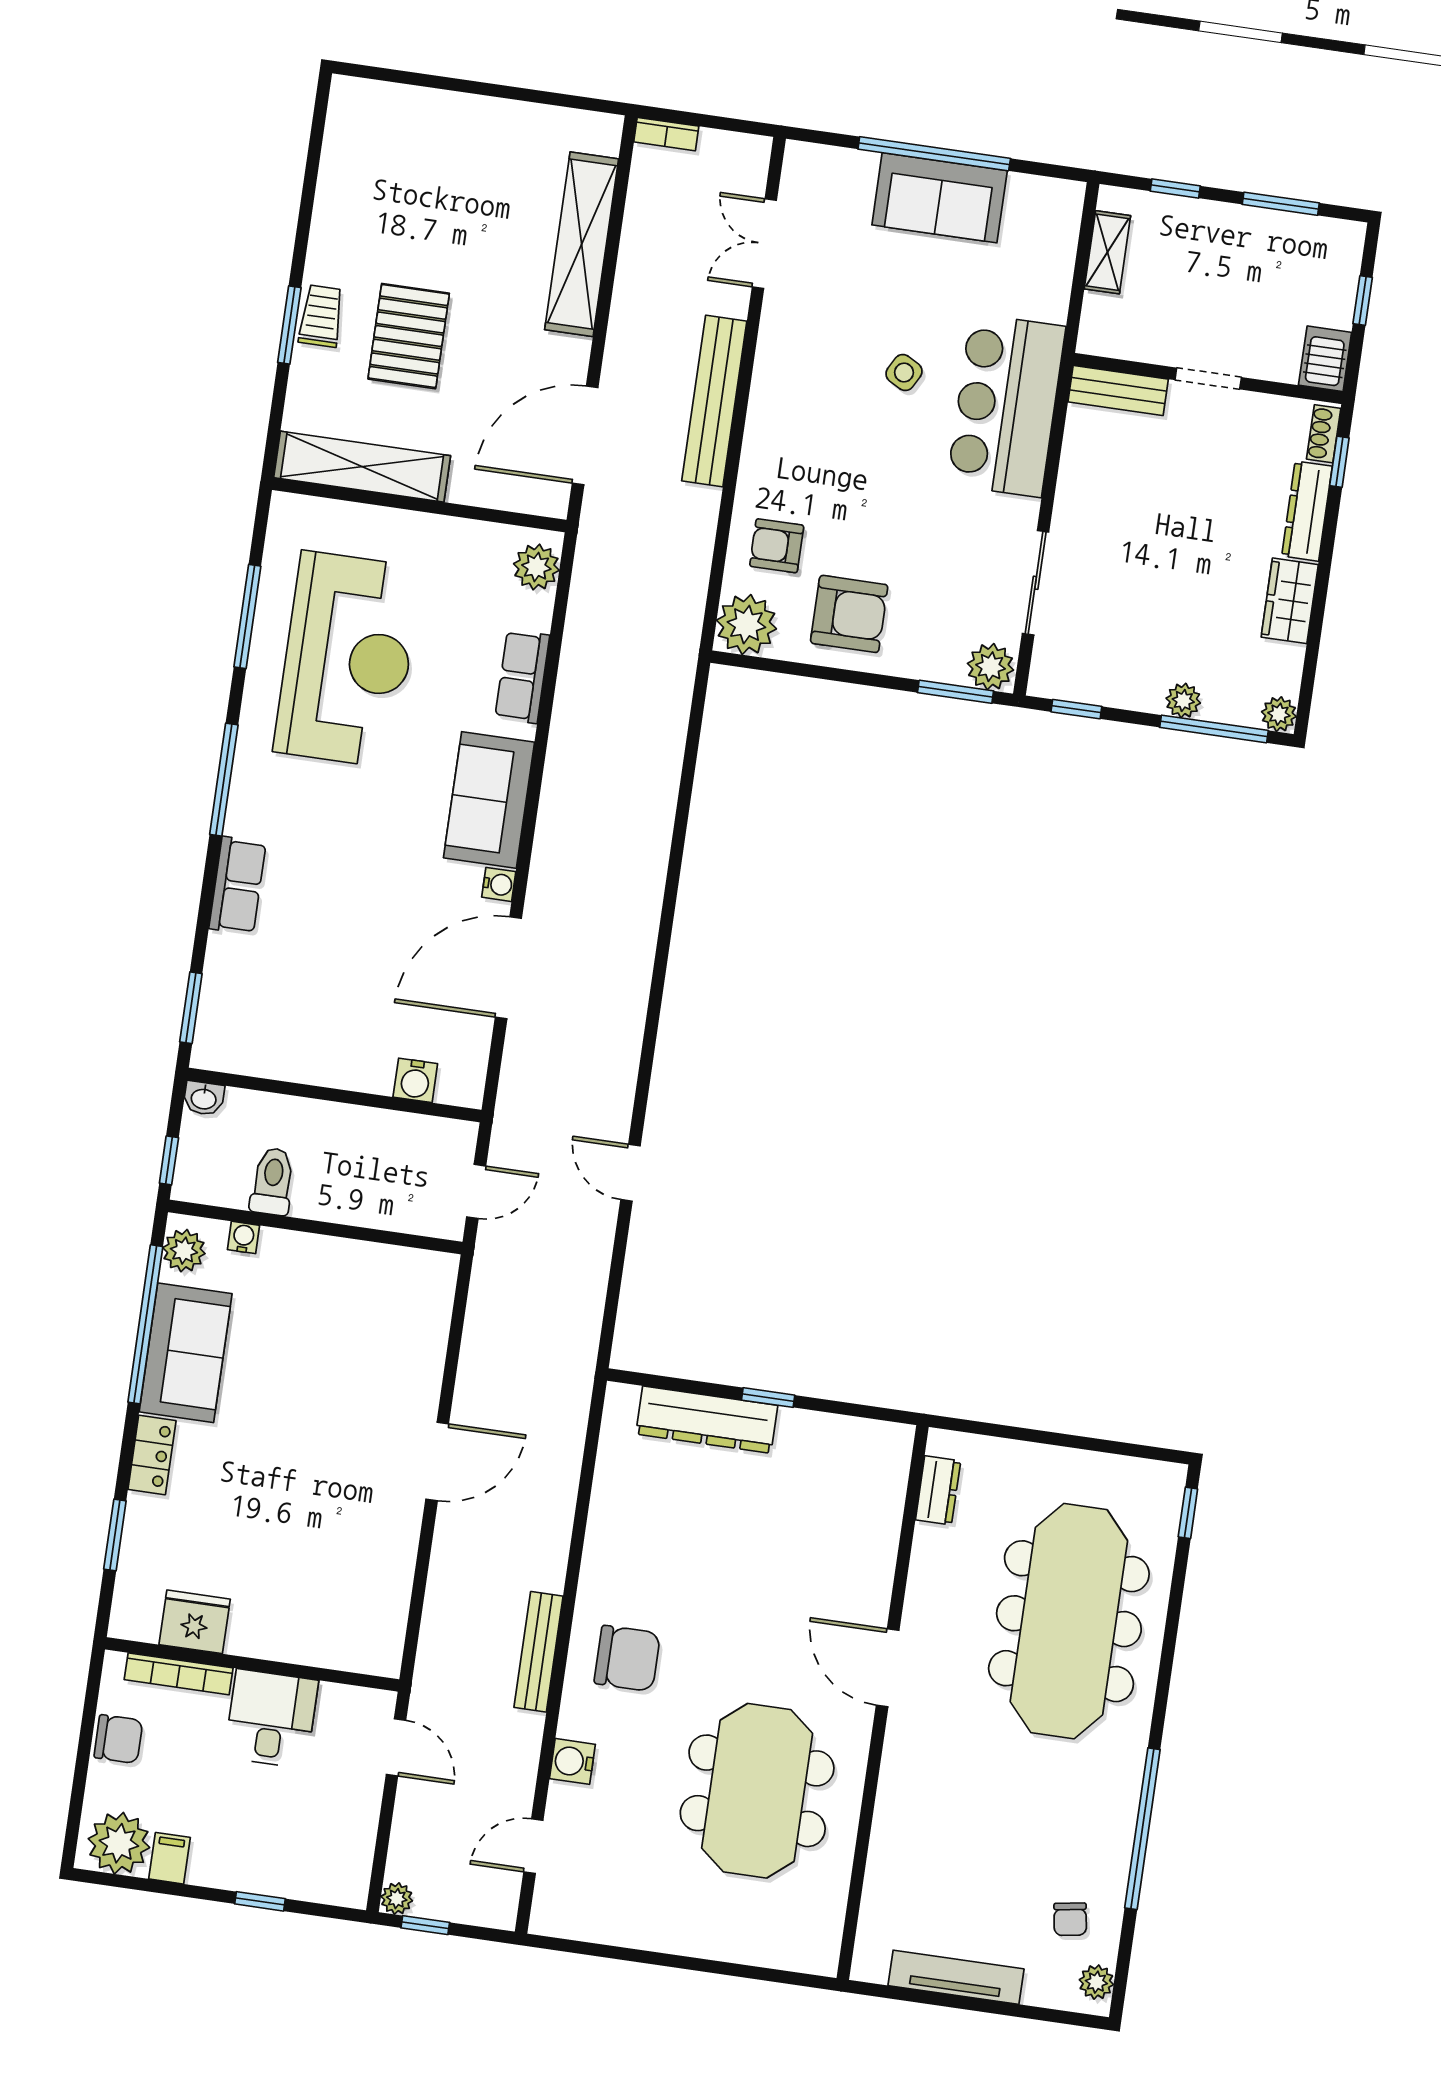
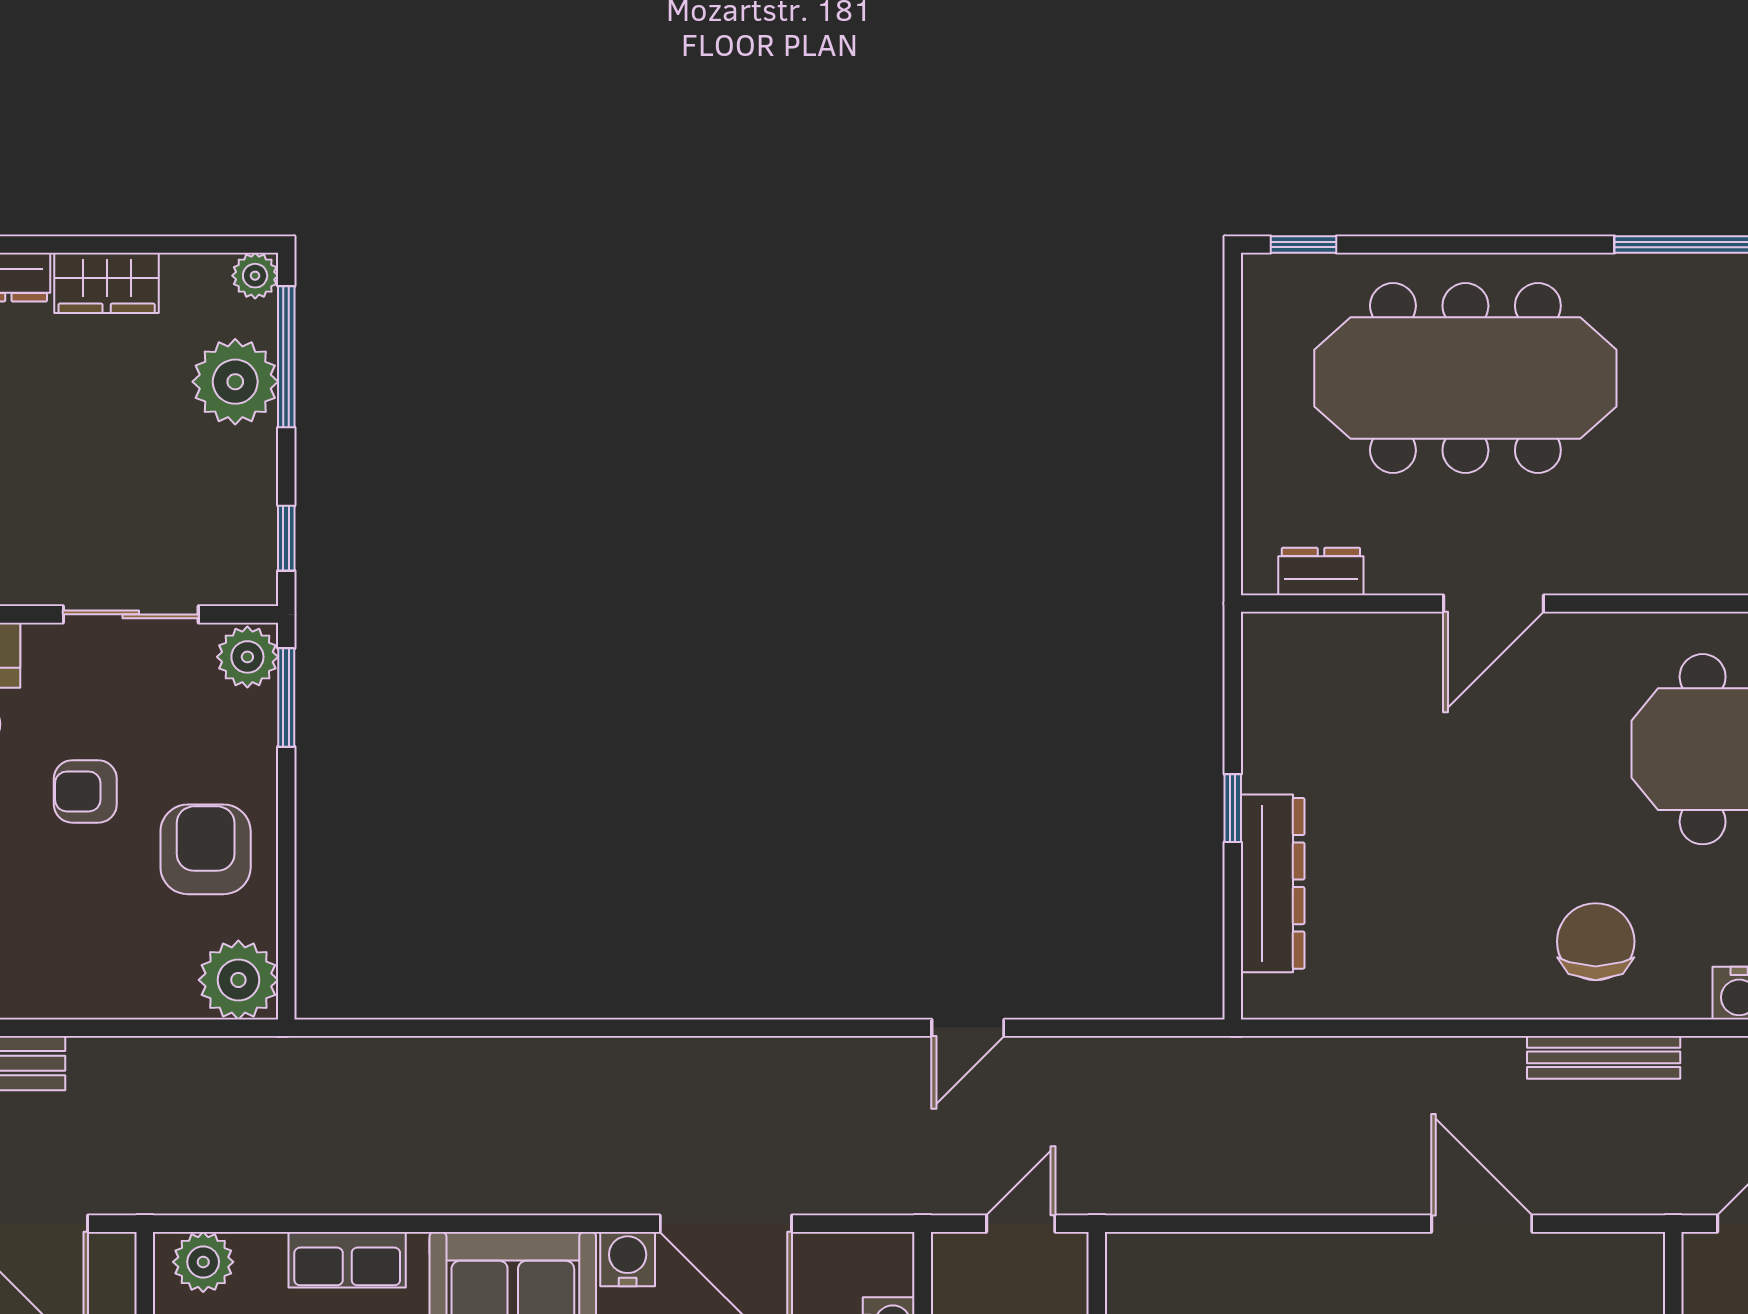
armchair: (777, 546) -> (85, 791), moved, turned 90
plant: (1183, 701) -> (235, 382), width x1.88, depth x1.88
water cooler: (499, 884) -> (628, 1259), width x1.38, depth x1.38
door: (476, 1191) -> (1021, 1224), hinge flipped
door: (437, 1461) -> (1482, 1224), moved
door: (888, 1668) -> (1493, 604), moved

